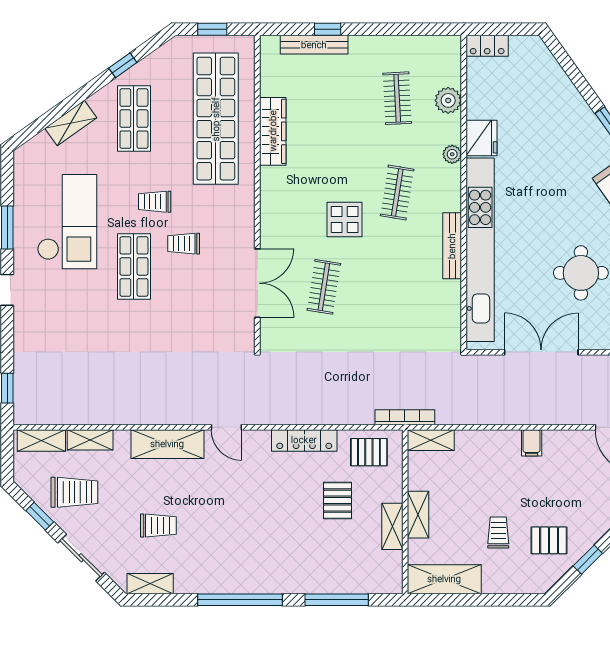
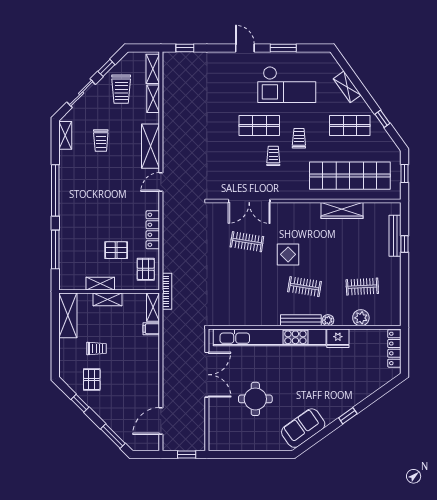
locker: (487, 46) -> (394, 348), width x1.53
bench: (452, 246) -> (301, 320), moved
filing cabinet: (532, 443) -> (151, 329), moved

